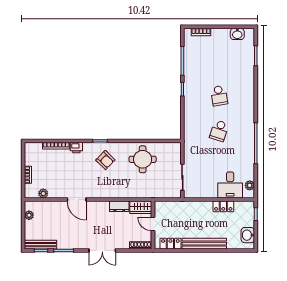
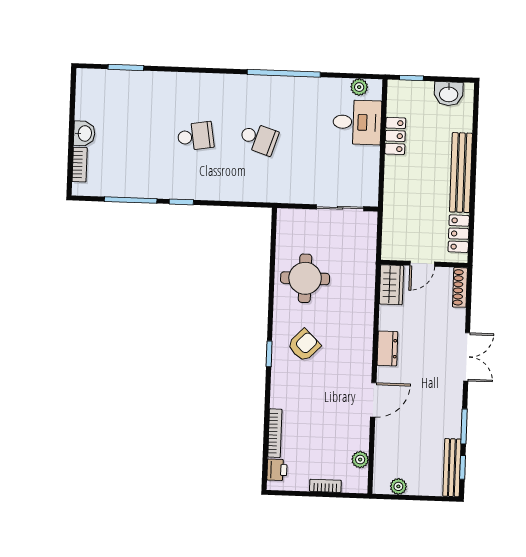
washbasin: (237, 34) -> (84, 133), moved
printer: (76, 148) -> (277, 470), moved
dresser: (119, 206) -> (387, 348), moved

